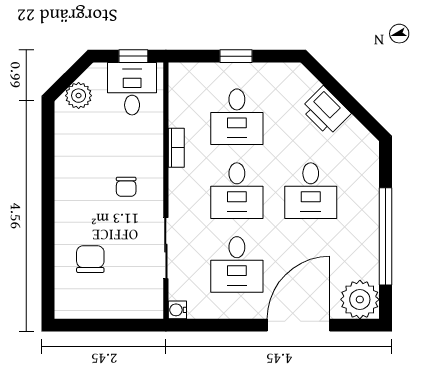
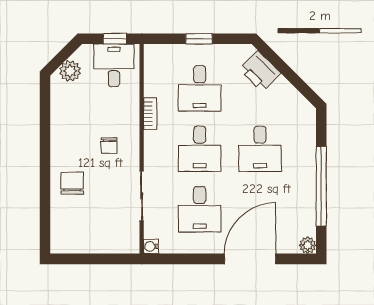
printer: (326, 111) -> (260, 71), moved
chair: (90, 259) -> (72, 183), moved
plant: (360, 299) -> (308, 245), width x0.53, depth x0.53

